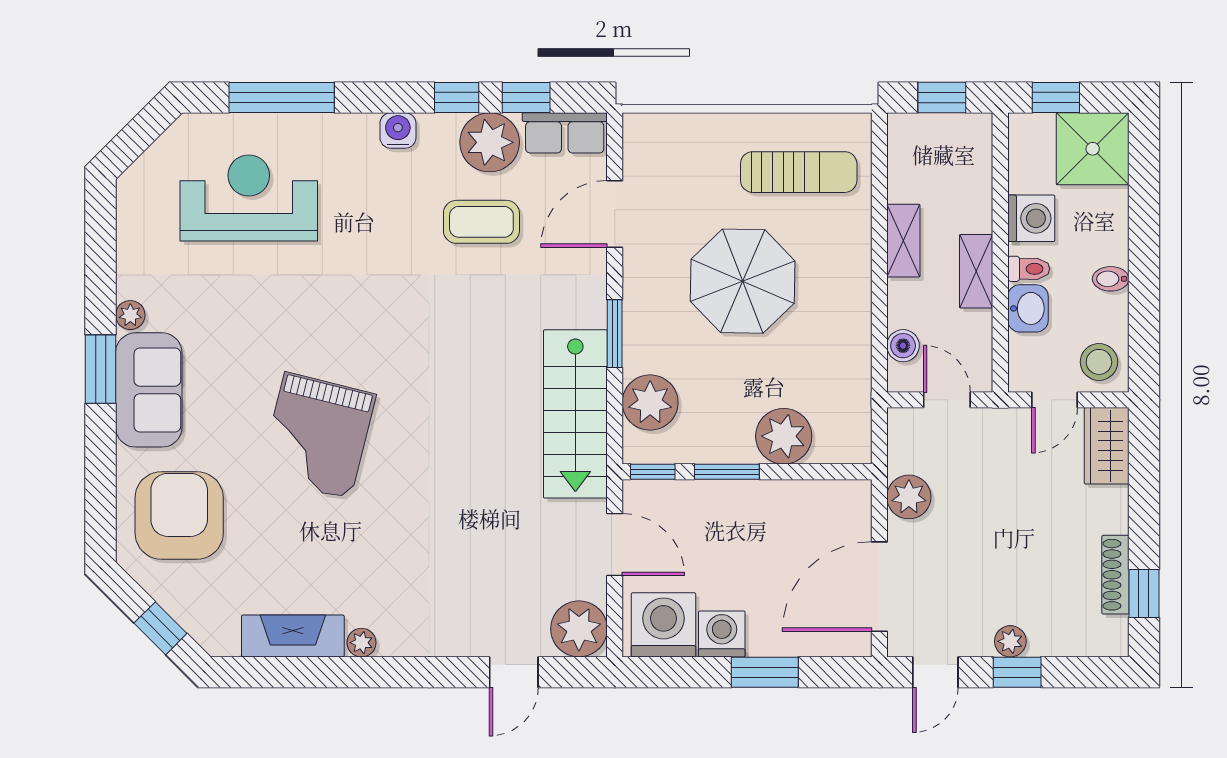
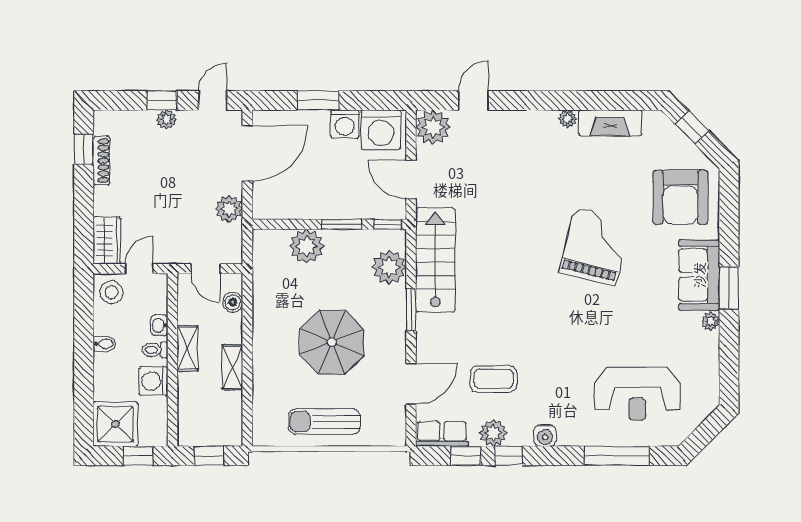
plant: (490, 142) -> (493, 433), width x0.73, depth x0.73
sun lounger: (799, 172) -> (324, 422), moved
washbasin: (1028, 308) -> (159, 325), width x0.72, depth x0.69

